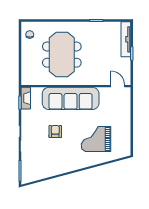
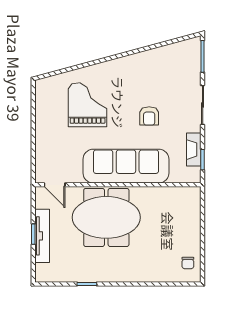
tv unit: (126, 39) -> (42, 236), moved
meeting table: (62, 55) -> (106, 217), moved, turned 90
fireplace: (26, 98) -> (194, 150), moved
grand piano: (96, 139) -> (88, 105), turned -90

